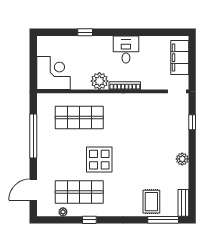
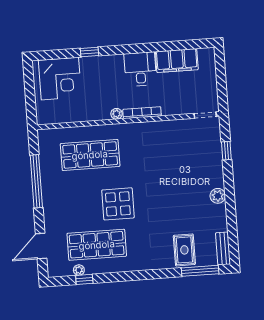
filing cabinet: (180, 58) -> (177, 61), moved, turned -90
corner desk: (53, 73) -> (60, 79), moved, turned 90
plant: (99, 81) -> (116, 114), width x0.53, depth x0.53
window: (89, 220) -> (84, 279), moved

